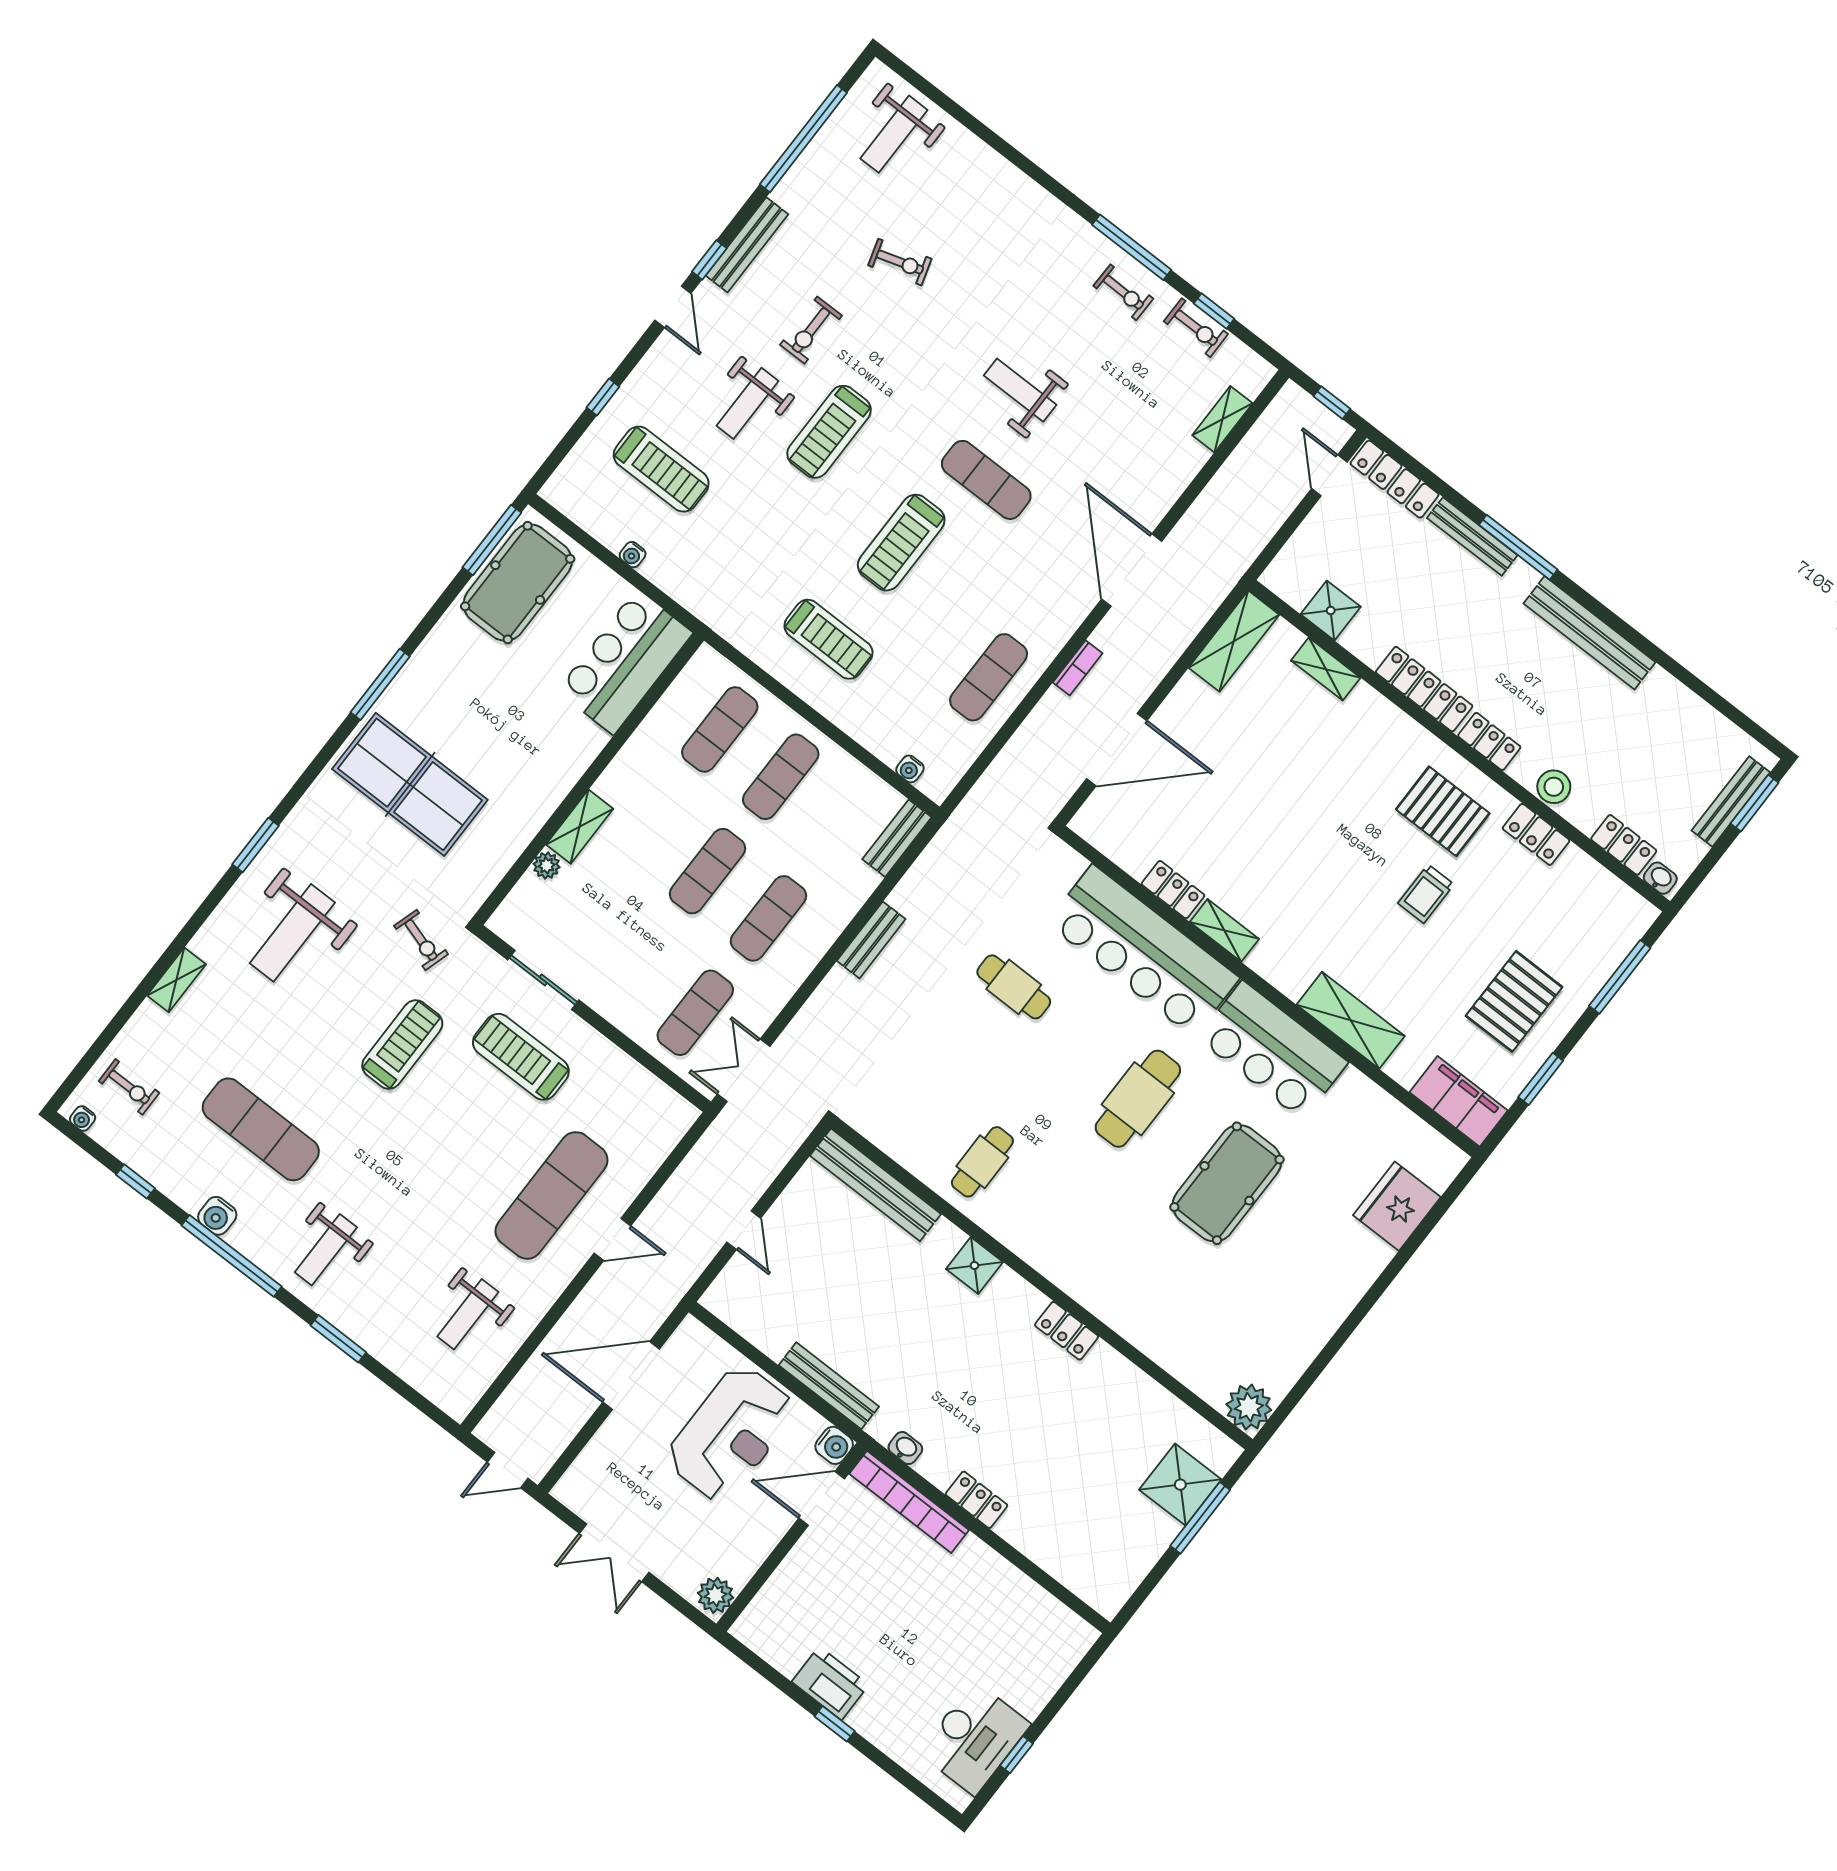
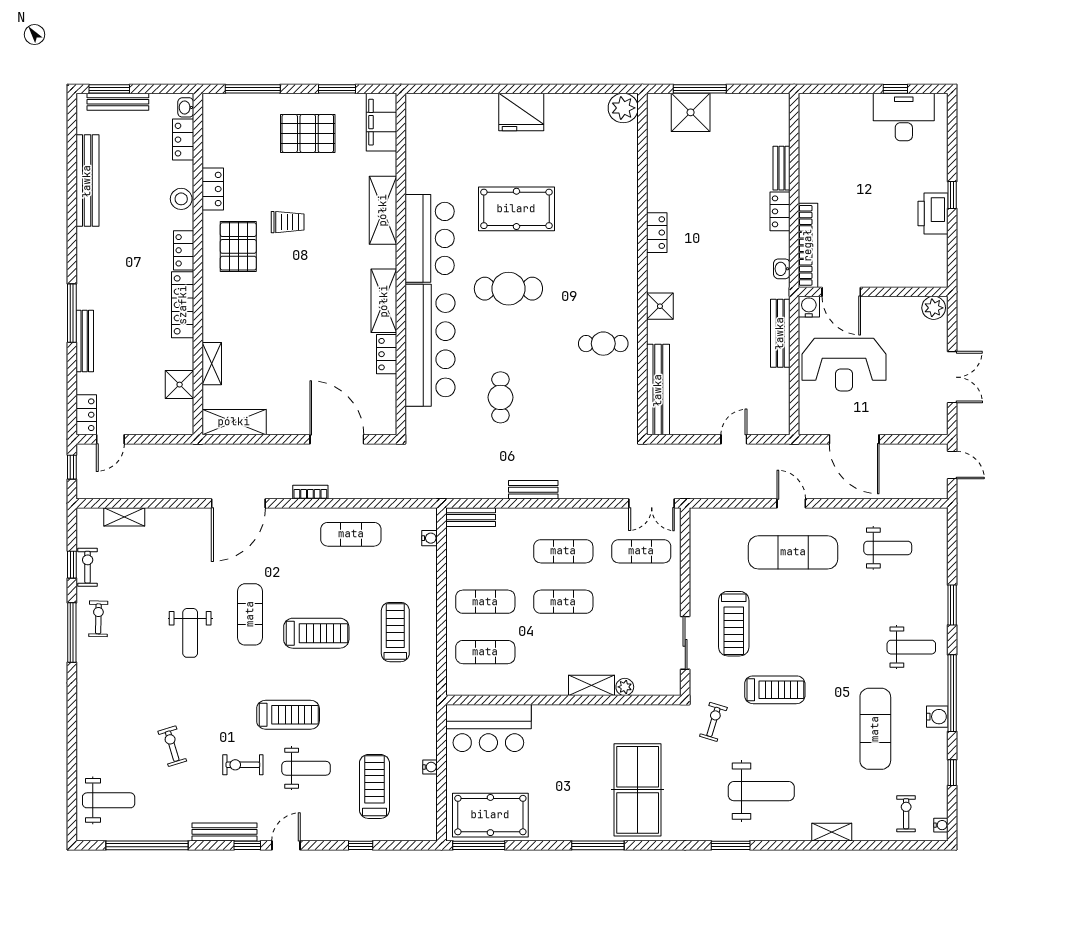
exercise bike: (811, 330) -> (243, 765), turned 180
locker: (1395, 479) -> (86, 415), width x0.66
bench: (1589, 633) -> (87, 181), moved
shelving: (1224, 930) -> (384, 301), width x1.50, depth x1.33
treadmill: (402, 1044) -> (775, 690), turned 180
fridge: (1397, 1206) -> (521, 112), moved
reception desk: (731, 1433) -> (844, 365), turned 180
bench: (1027, 1542) -> (781, 168), added

